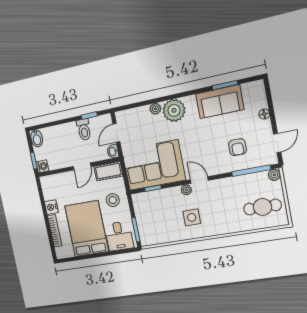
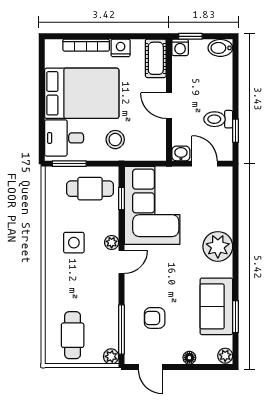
plant: (155, 109) -> (225, 356), moved
cot: (108, 171) -> (156, 58), moved
cafe table: (150, 212) -> (90, 189), added

